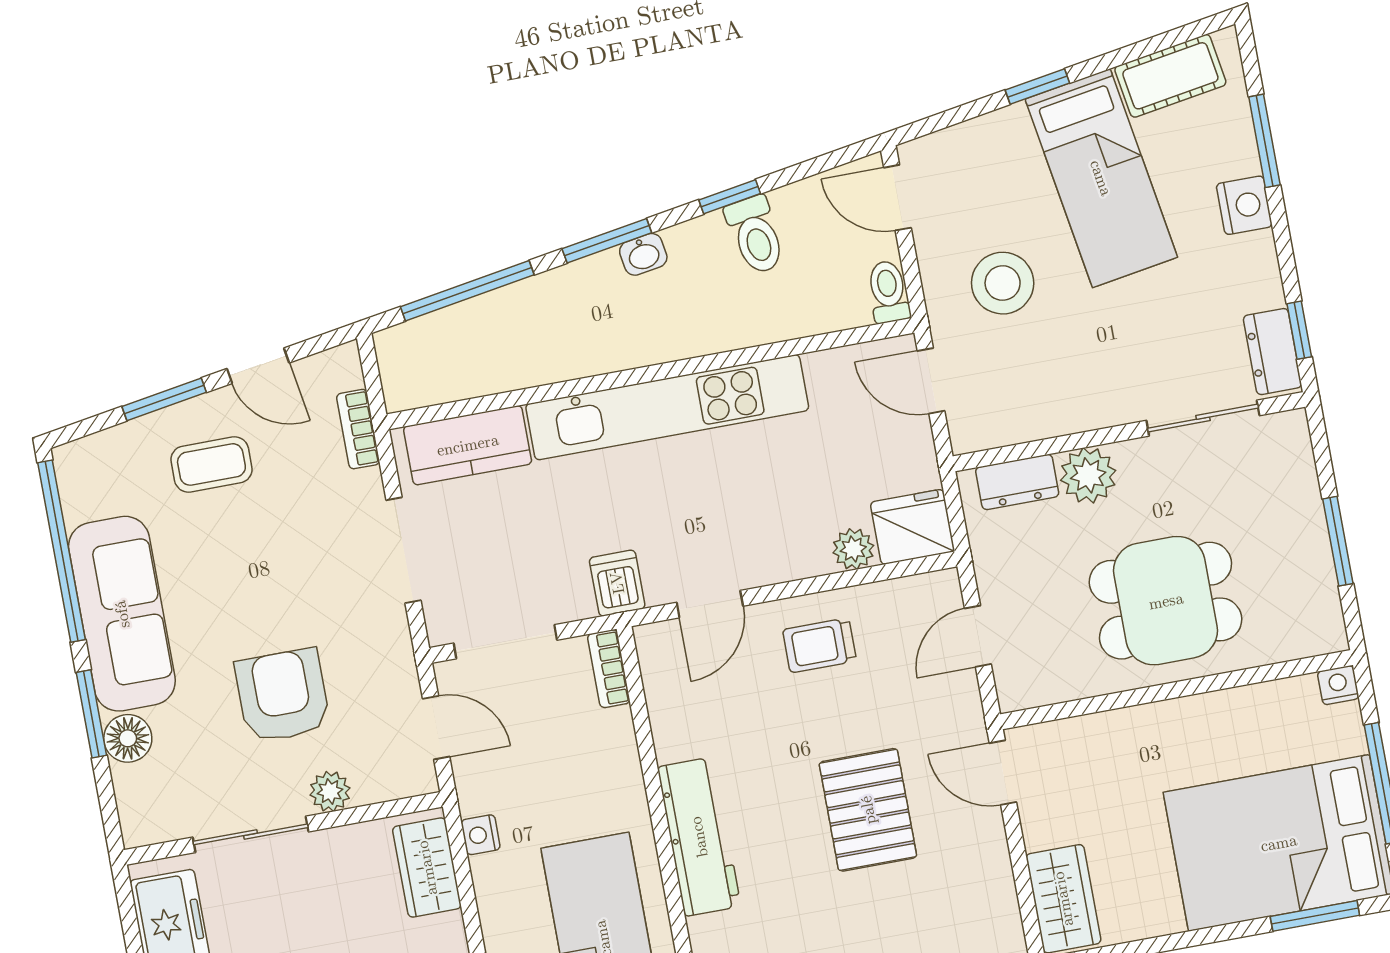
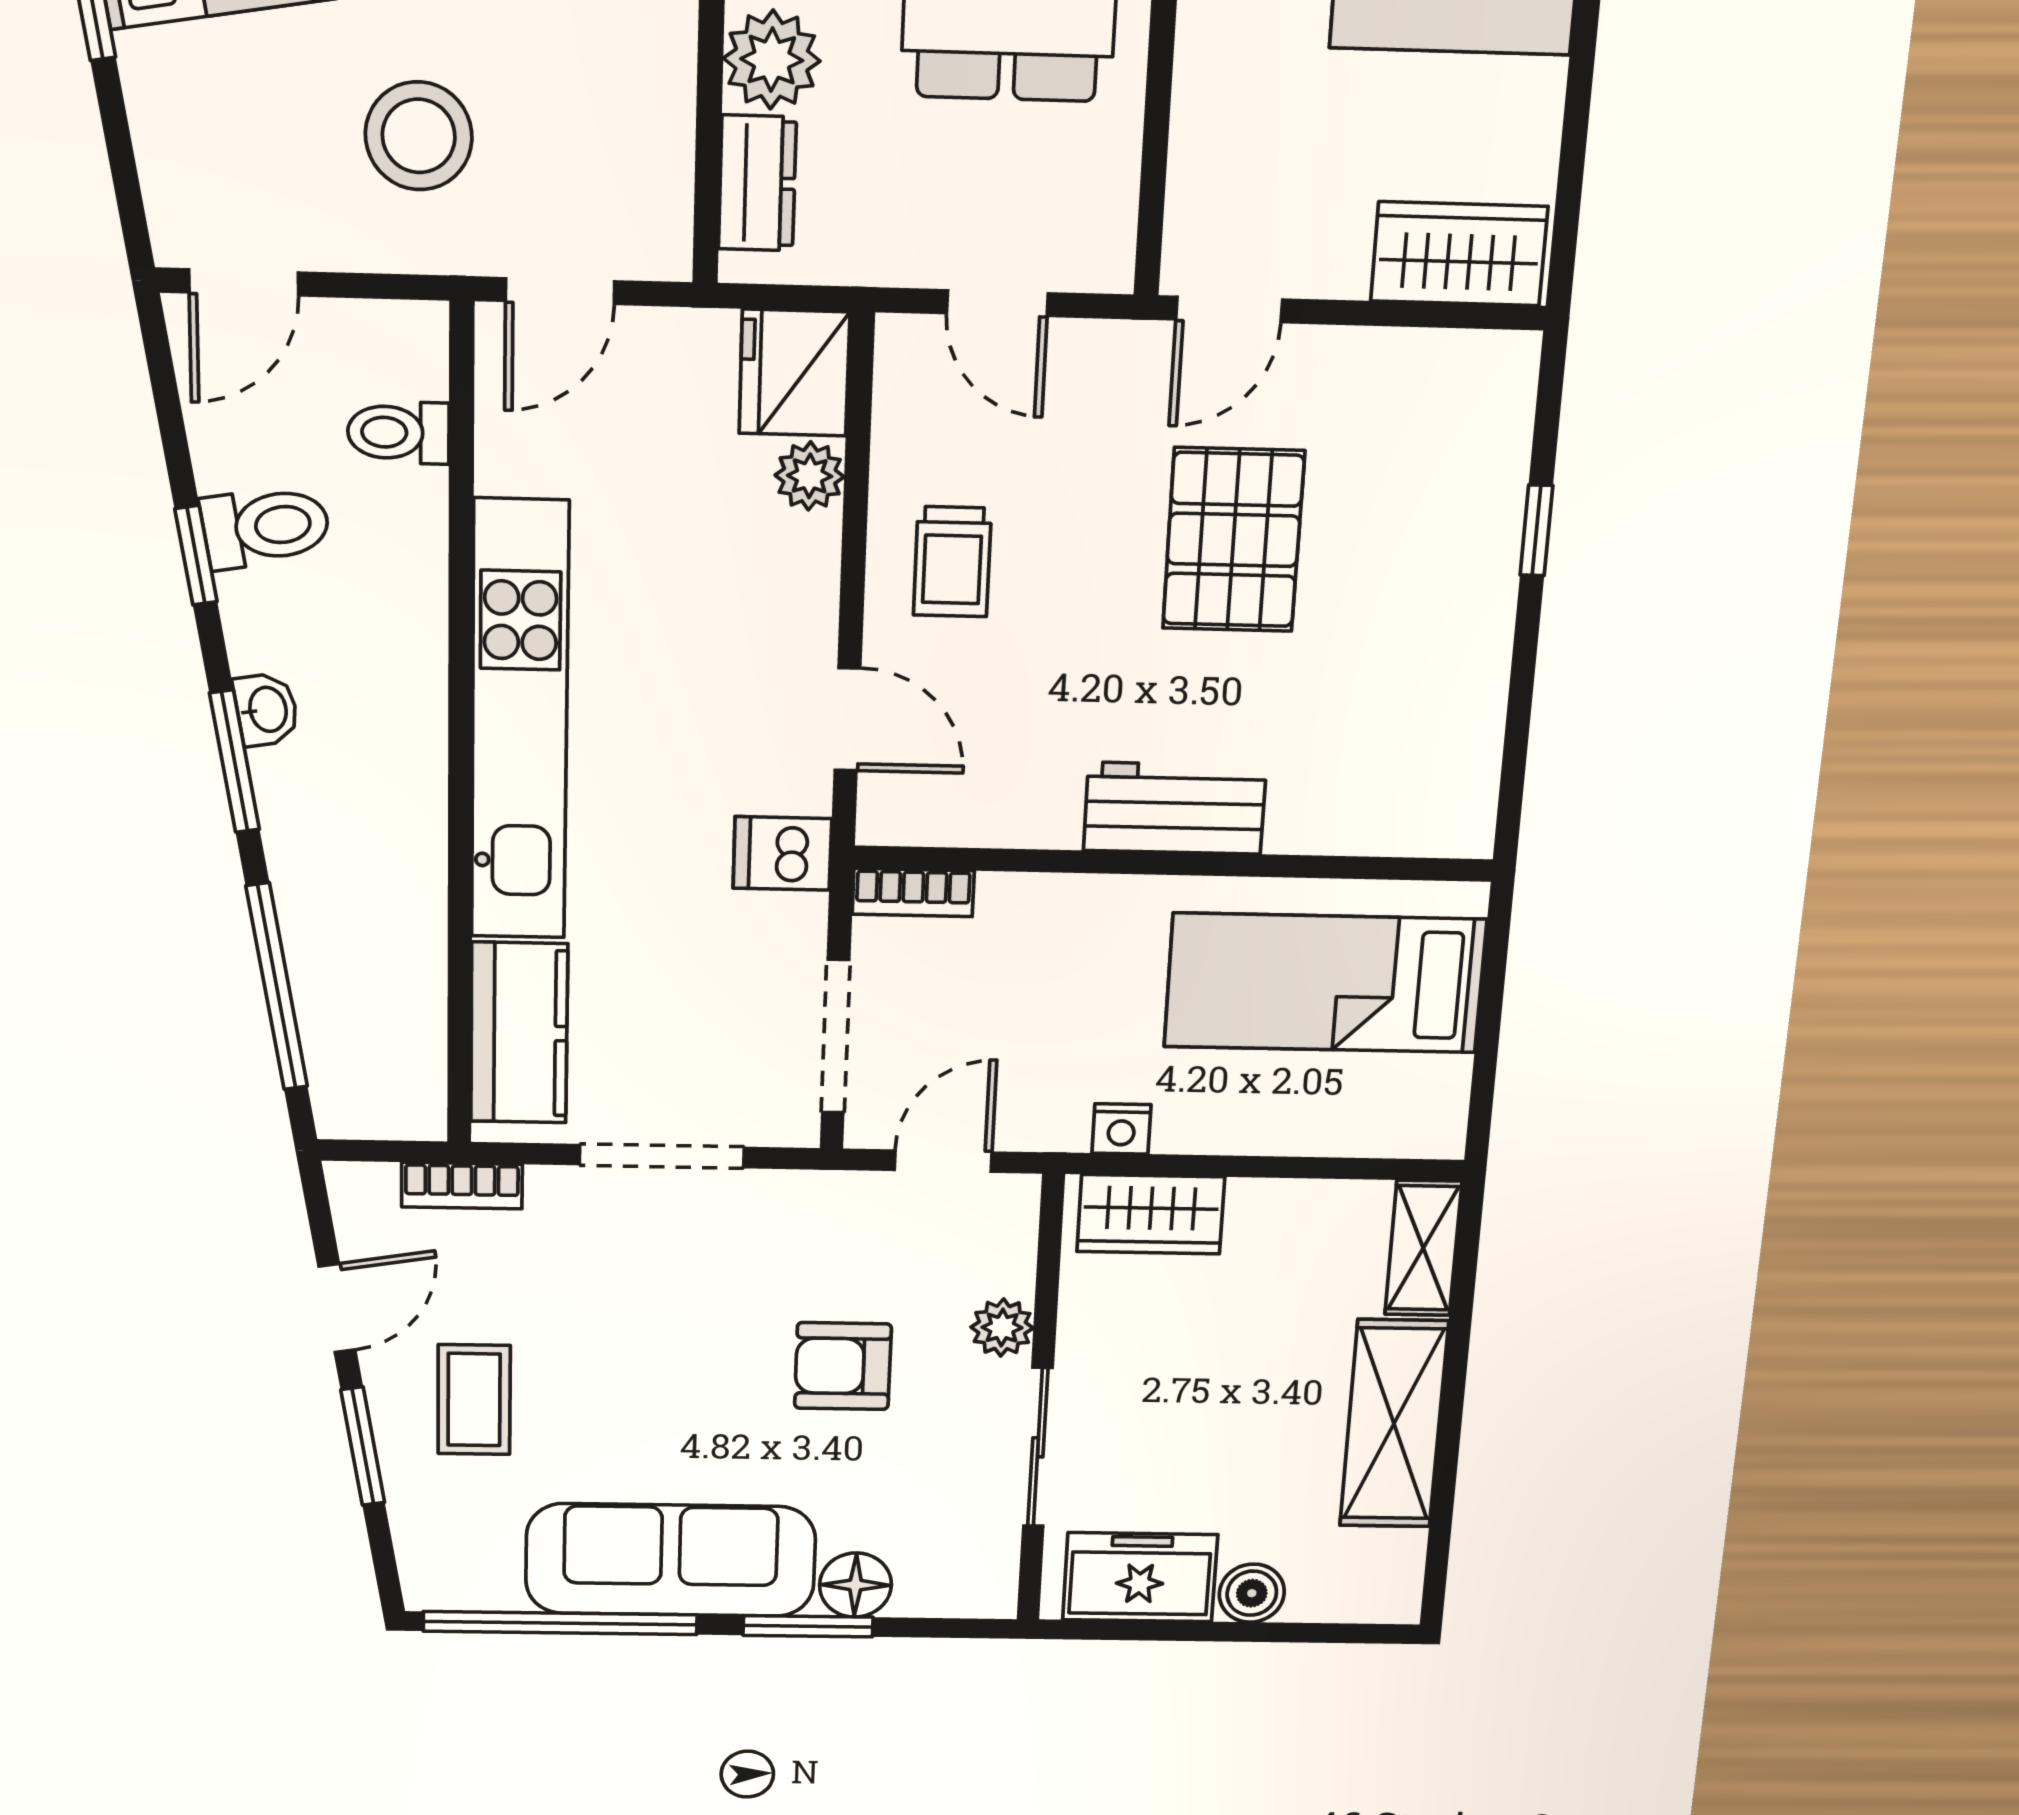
toilet: (888, 292) -> (398, 432), moved
armchair: (283, 696) -> (843, 1366), width x0.72, depth x0.72
pallet: (868, 810) -> (1233, 540), turned 90
workbench: (699, 837) -> (1175, 808), width x0.73

